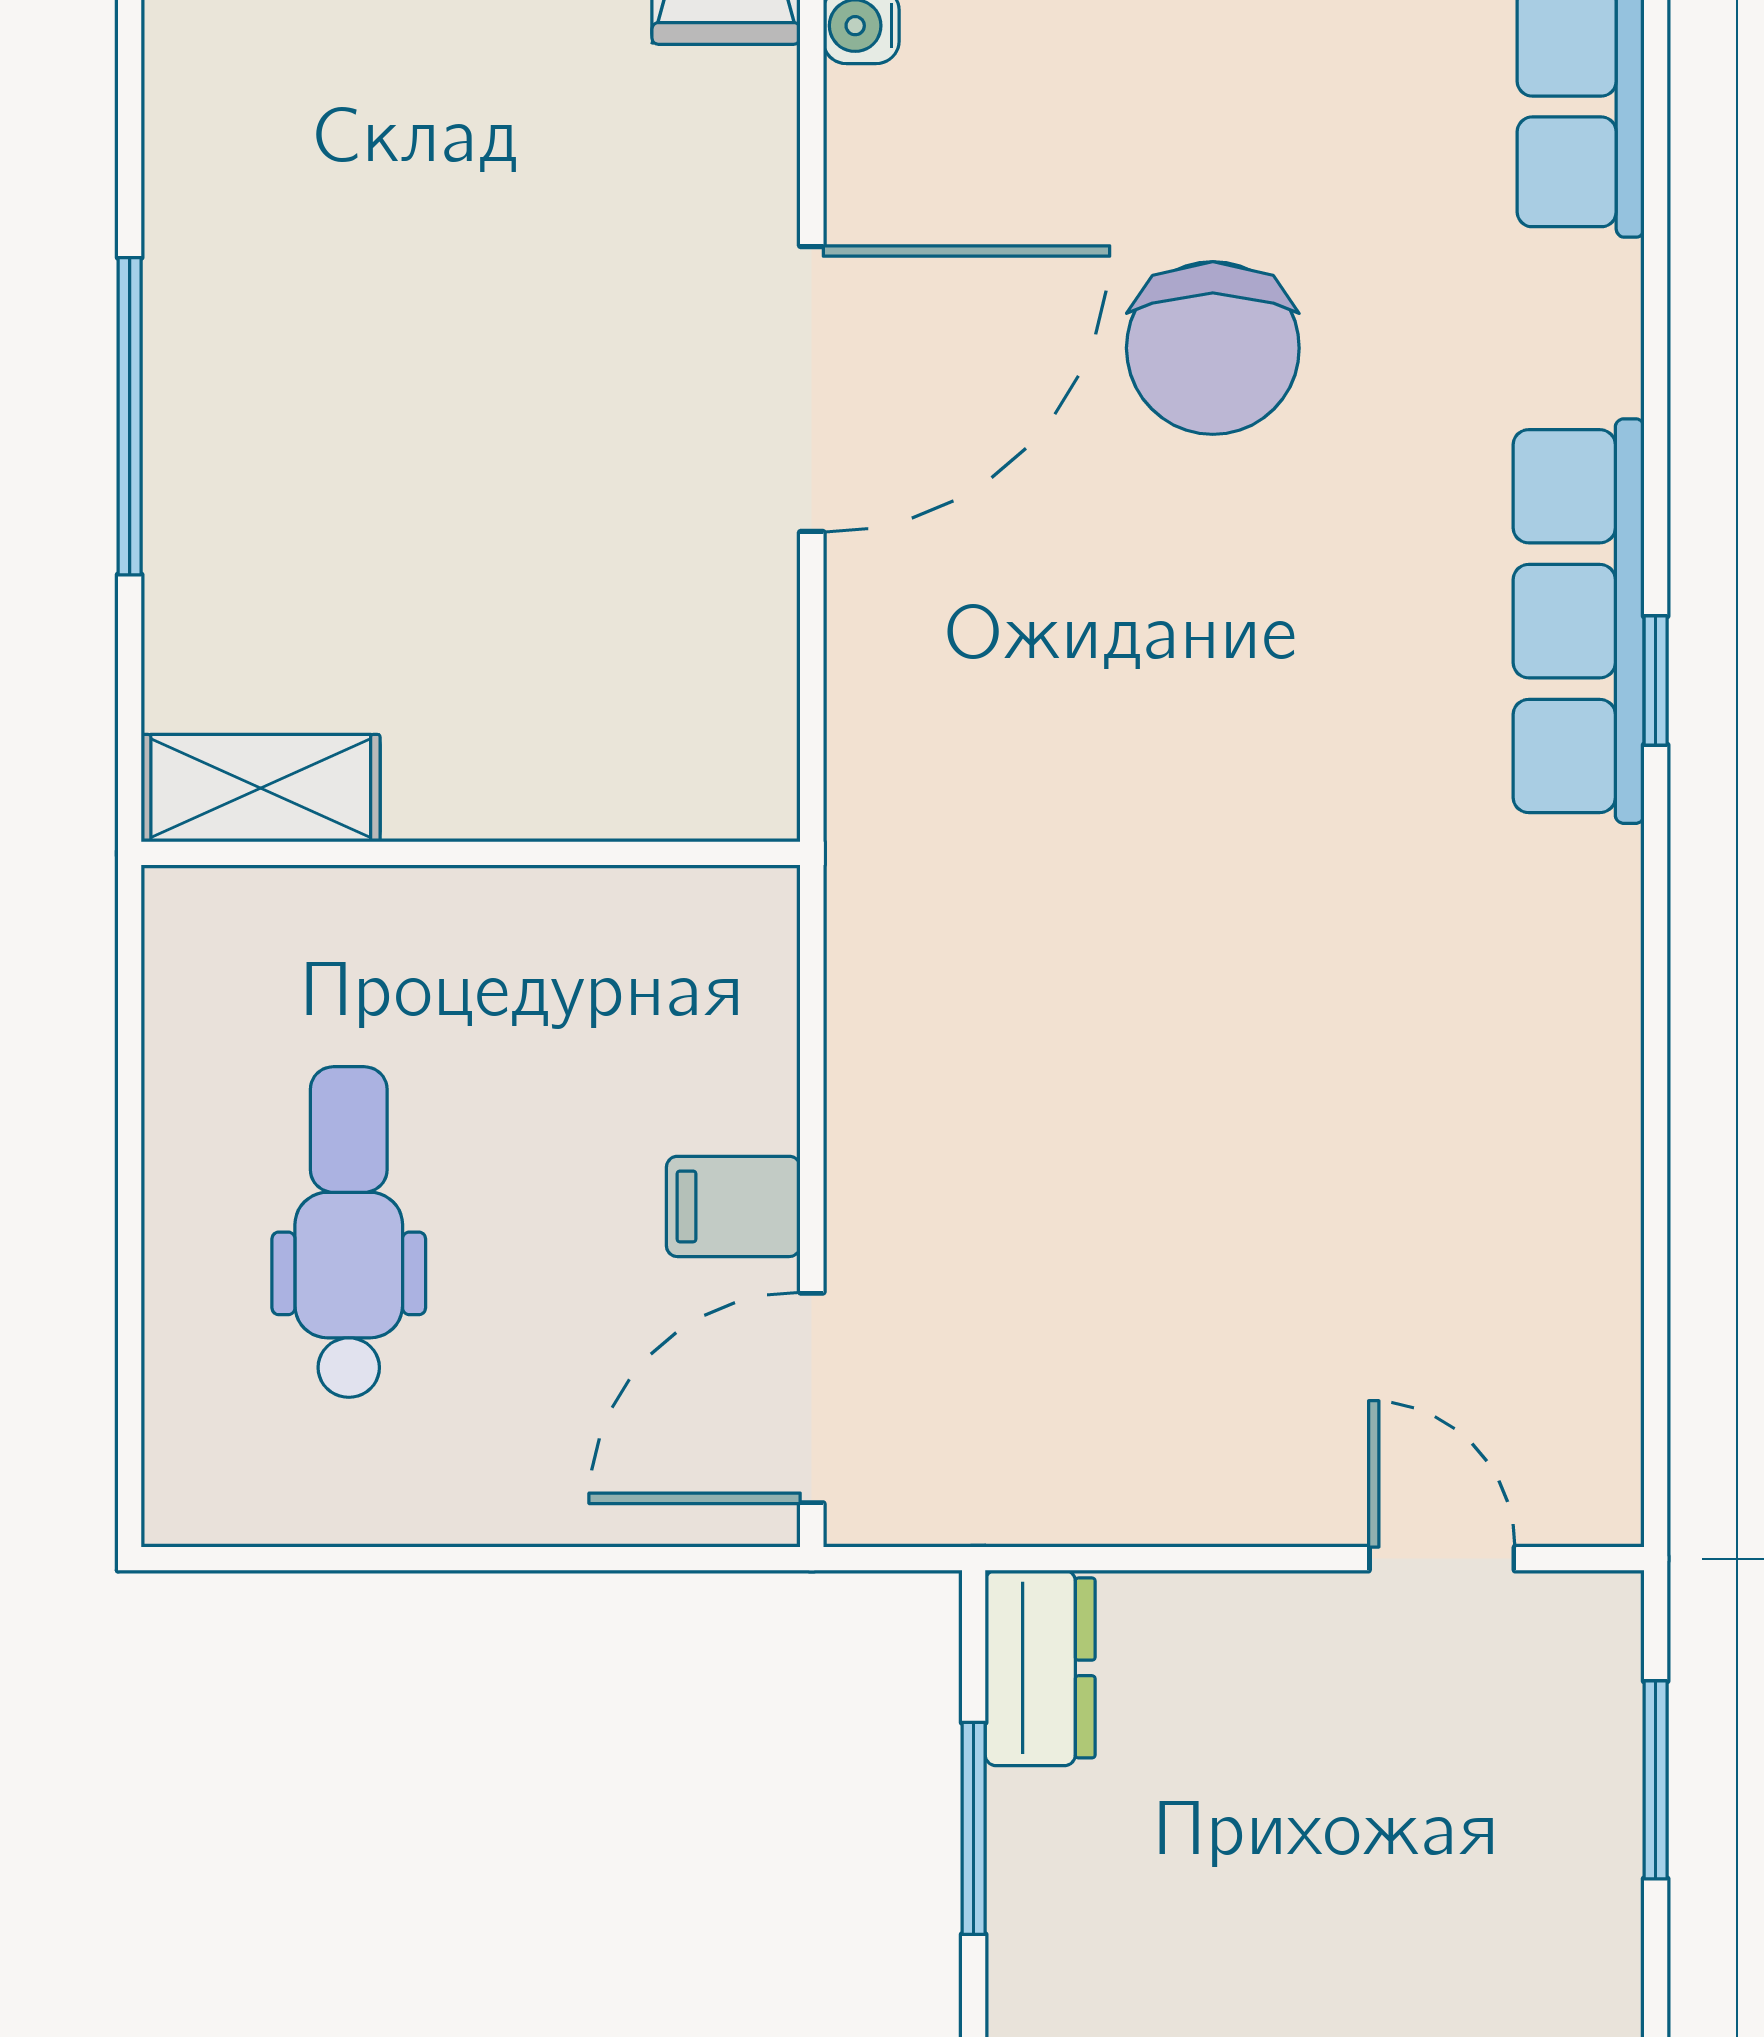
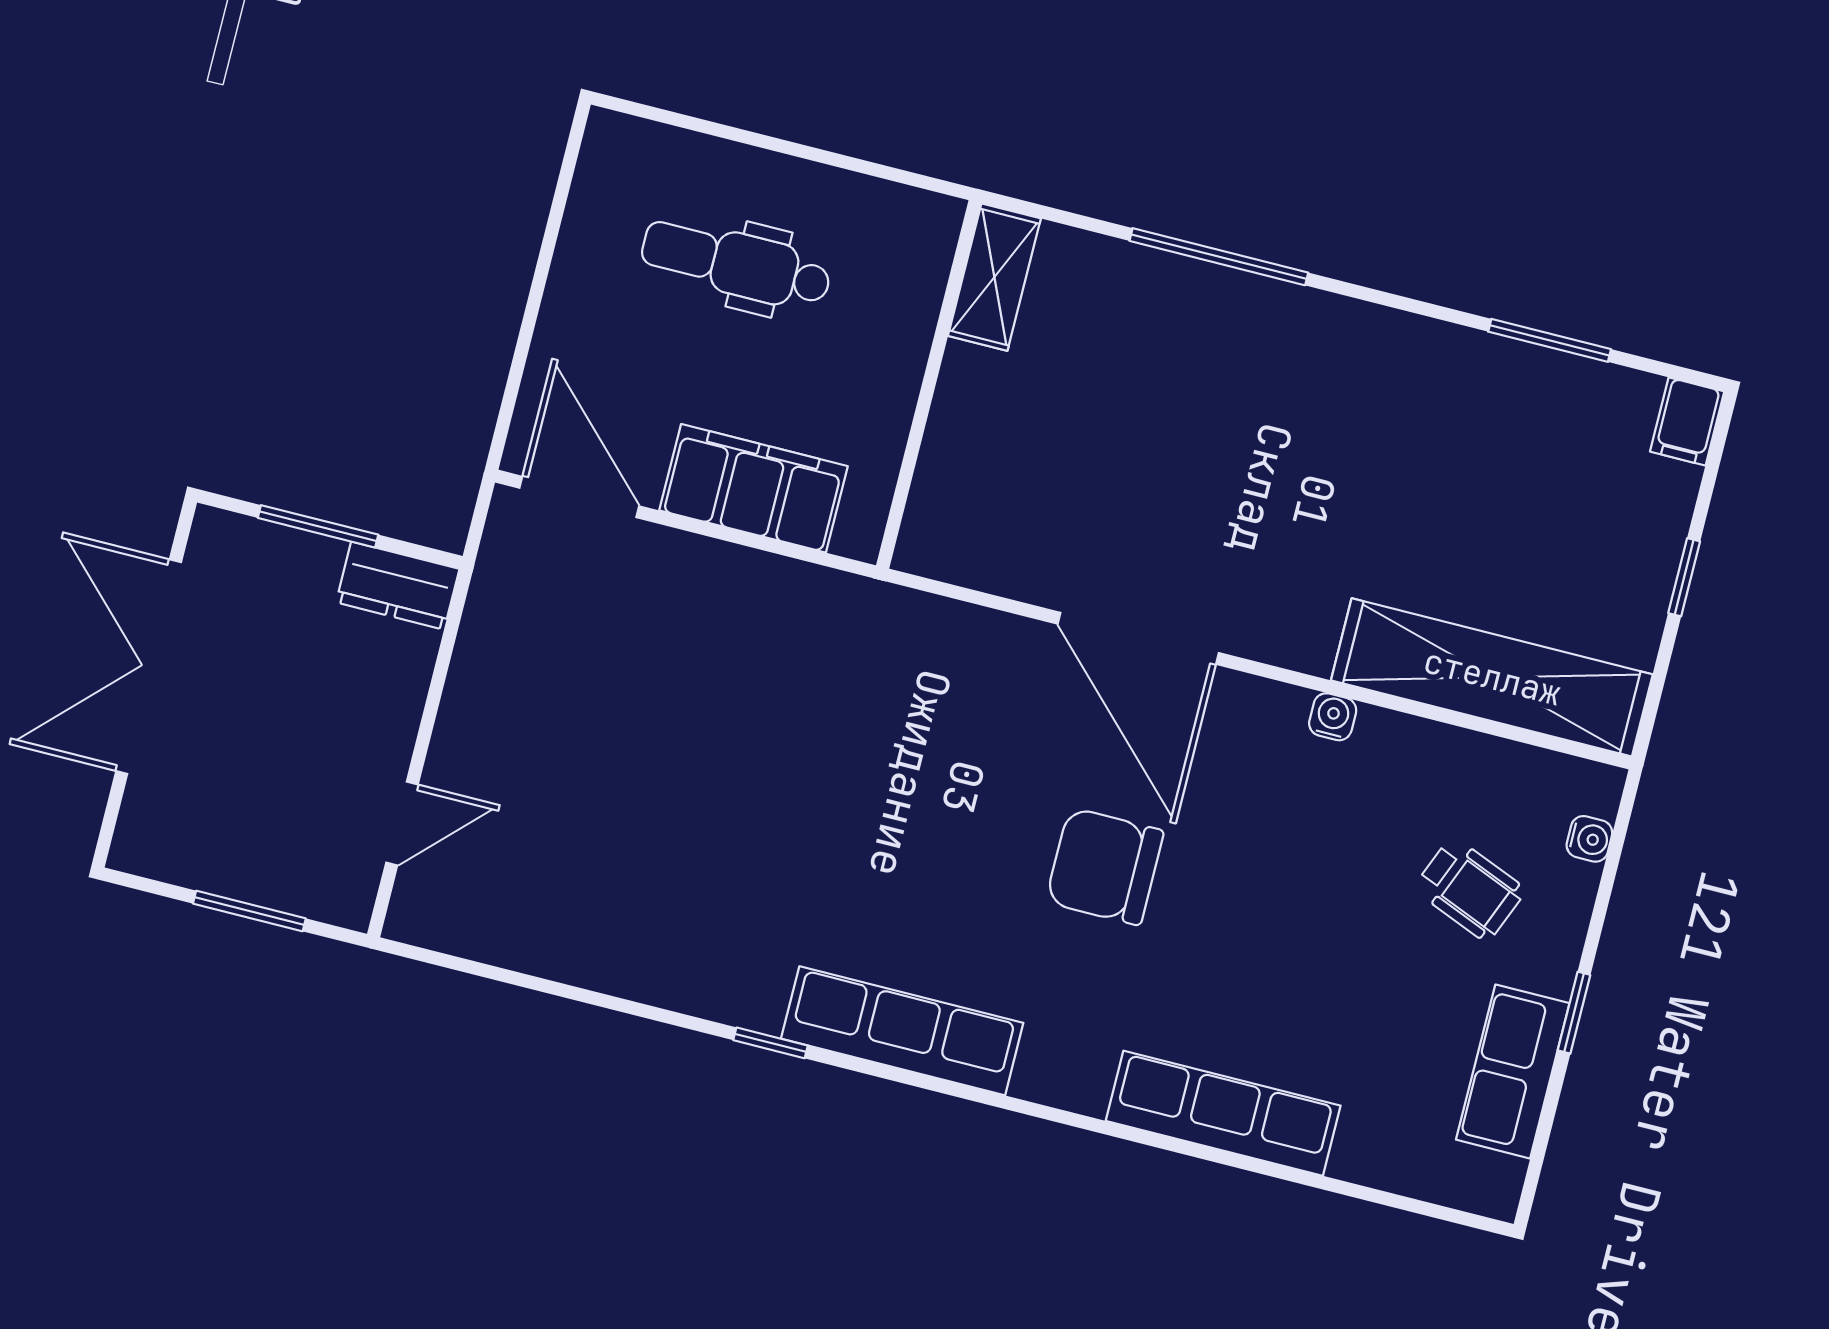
window: (1656, 680) -> (771, 1043), moved
filing cabinet: (733, 1206) -> (754, 488), width x3.00, depth x1.17
dental chair: (349, 1232) -> (736, 264), turned 180

